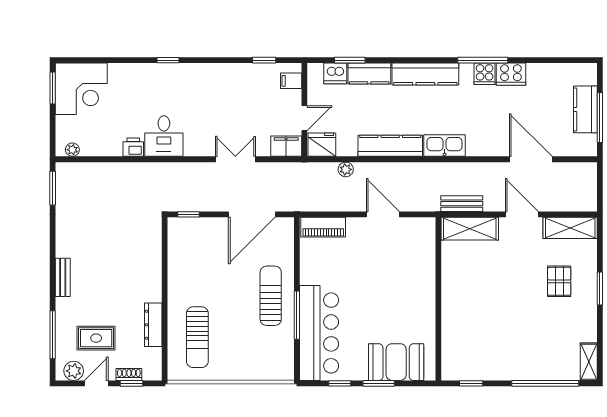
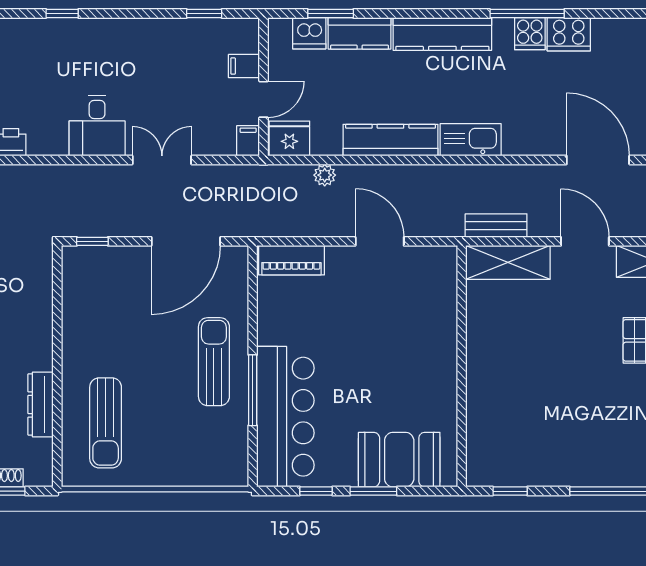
filing cabinet: (291, 81) -> (244, 66), moved
desk: (164, 136) -> (97, 126), moved
filing cabinet: (286, 146) -> (248, 141), width x0.50

